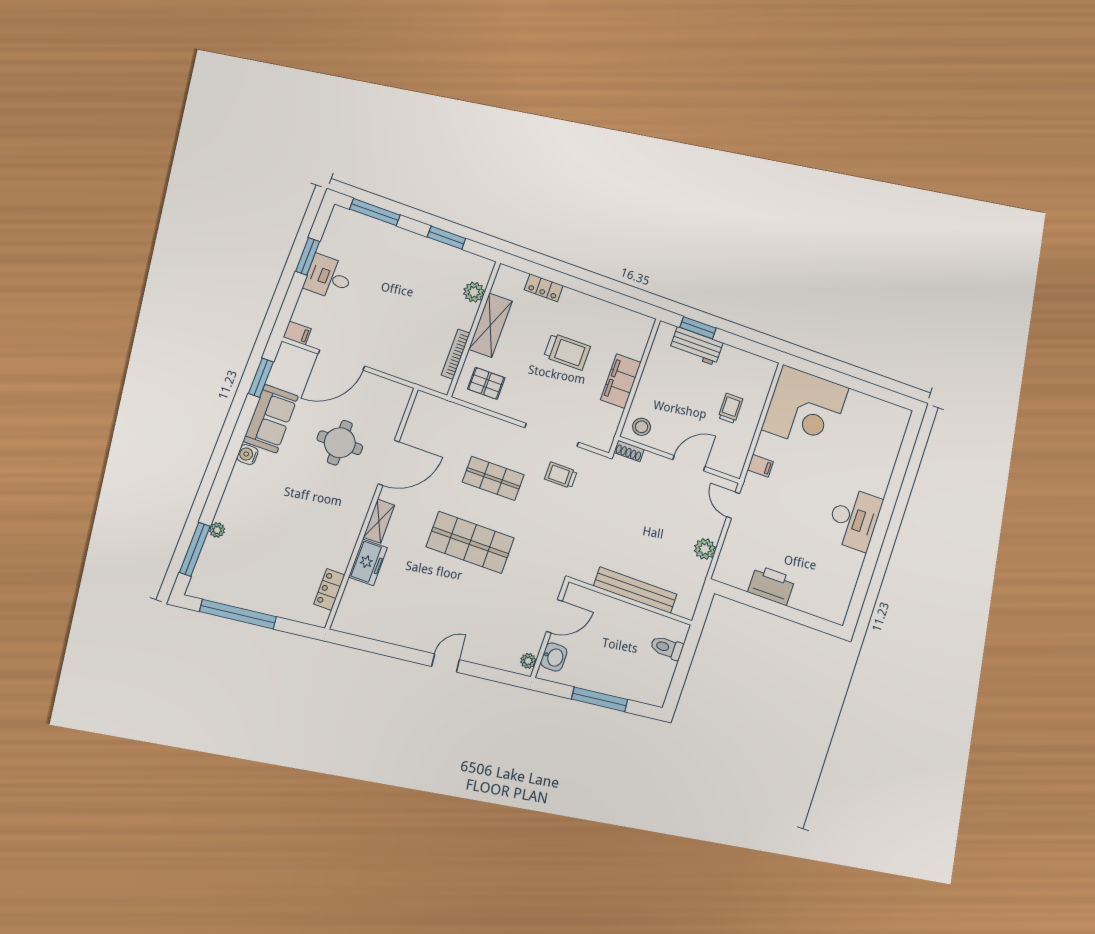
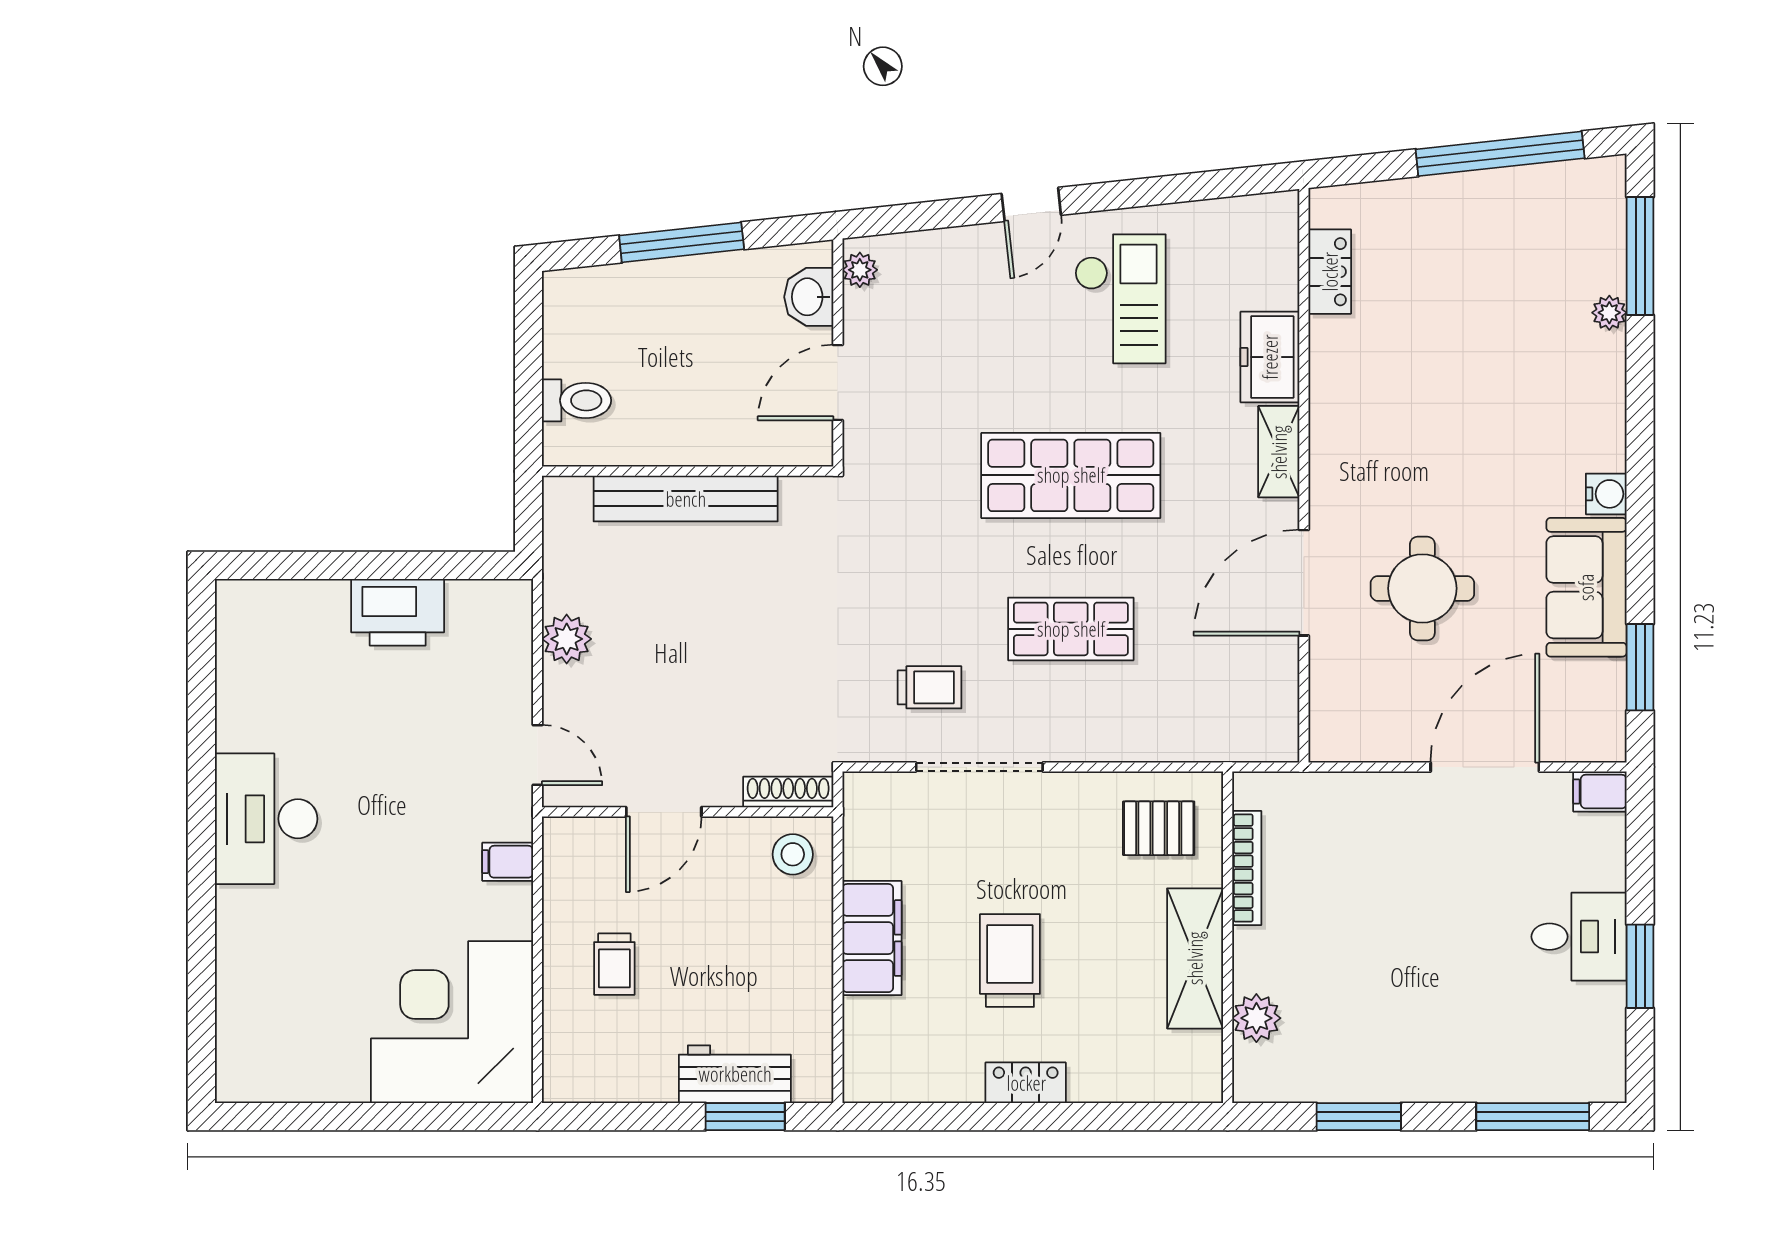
locker: (544, 288) -> (1026, 1083), moved
trolley: (567, 352) -> (1010, 961), turned 90
shoe rack: (629, 451) -> (788, 792), width x1.43
checkout: (422, 609) -> (1120, 299), added

